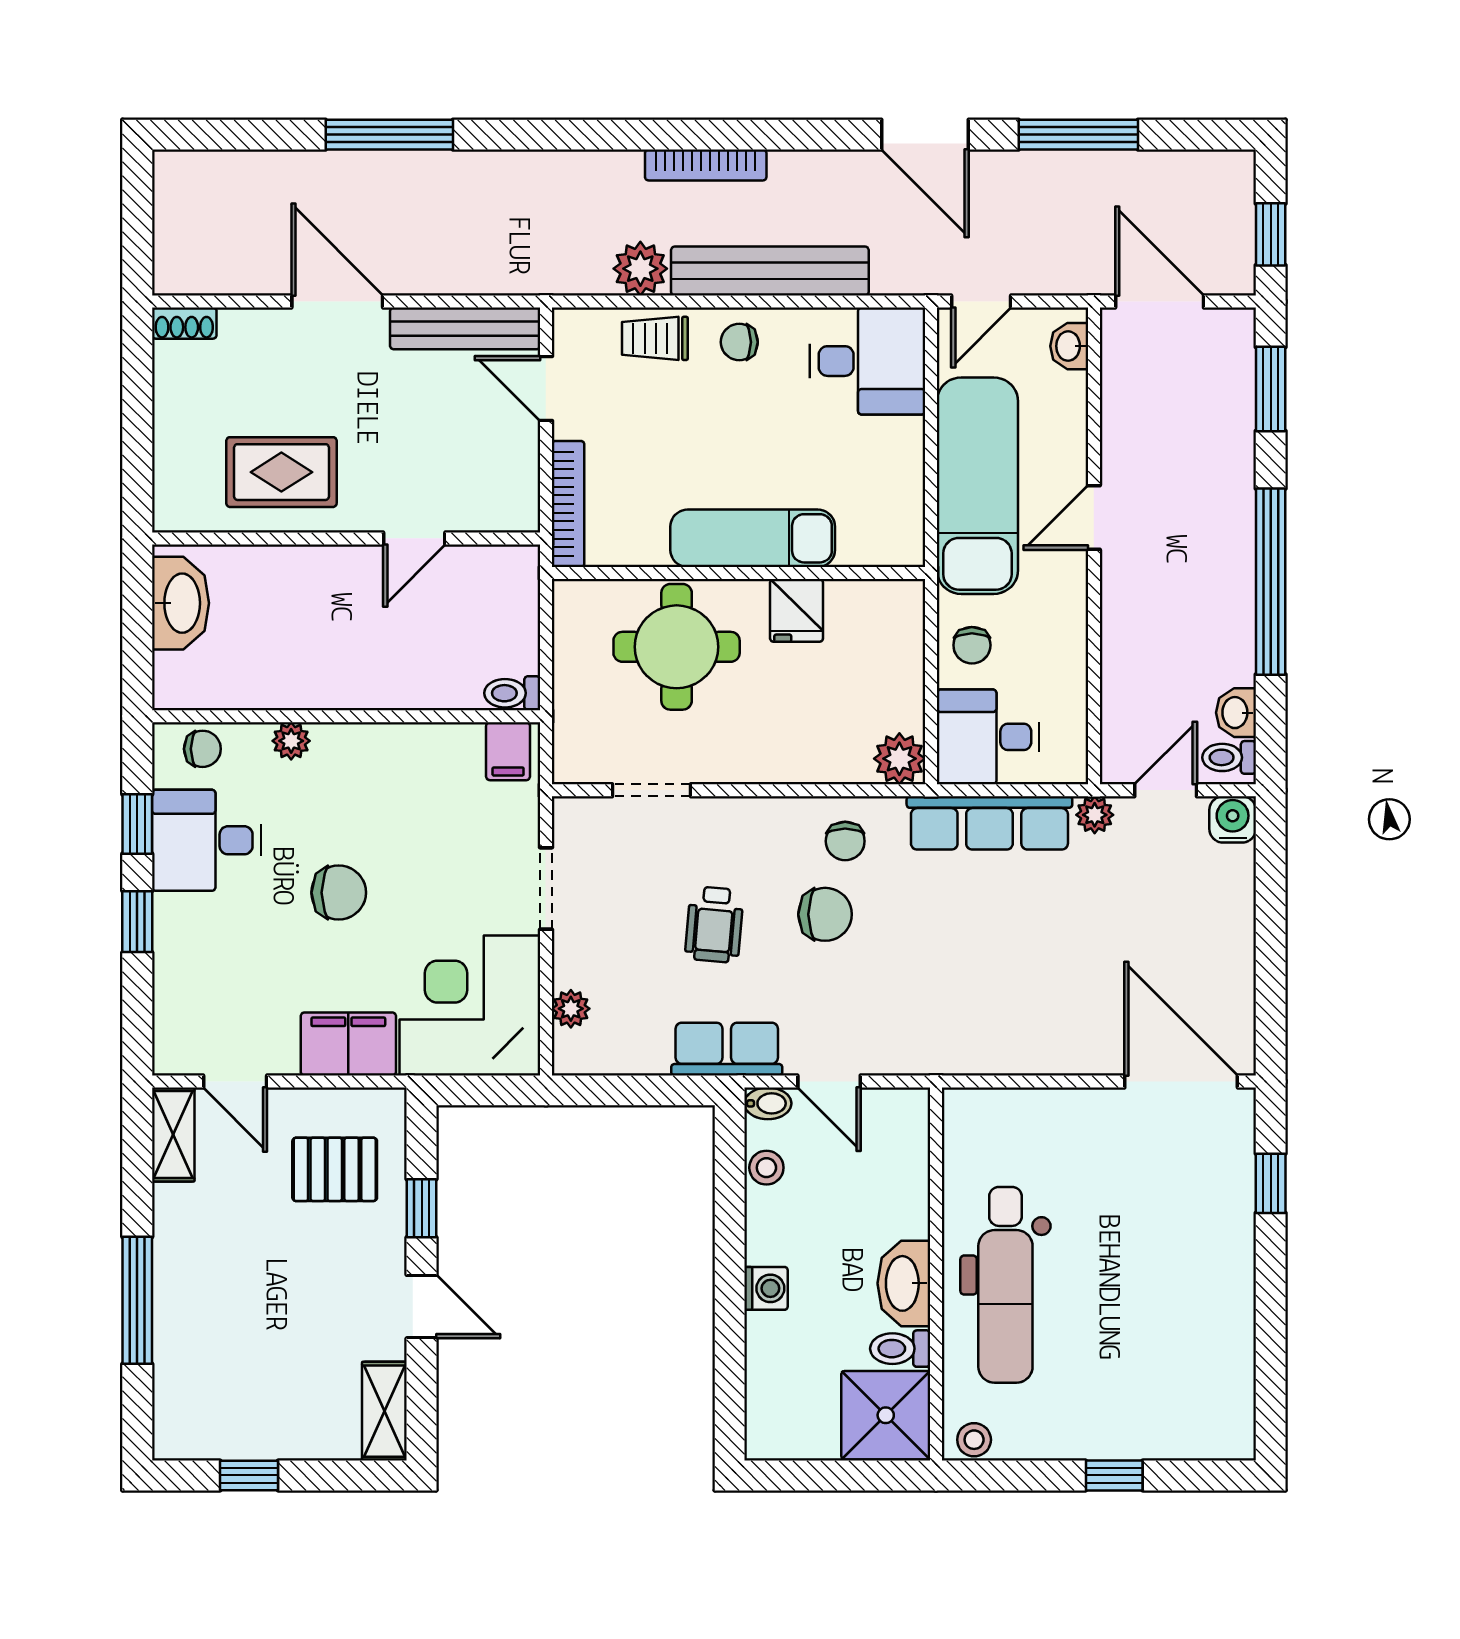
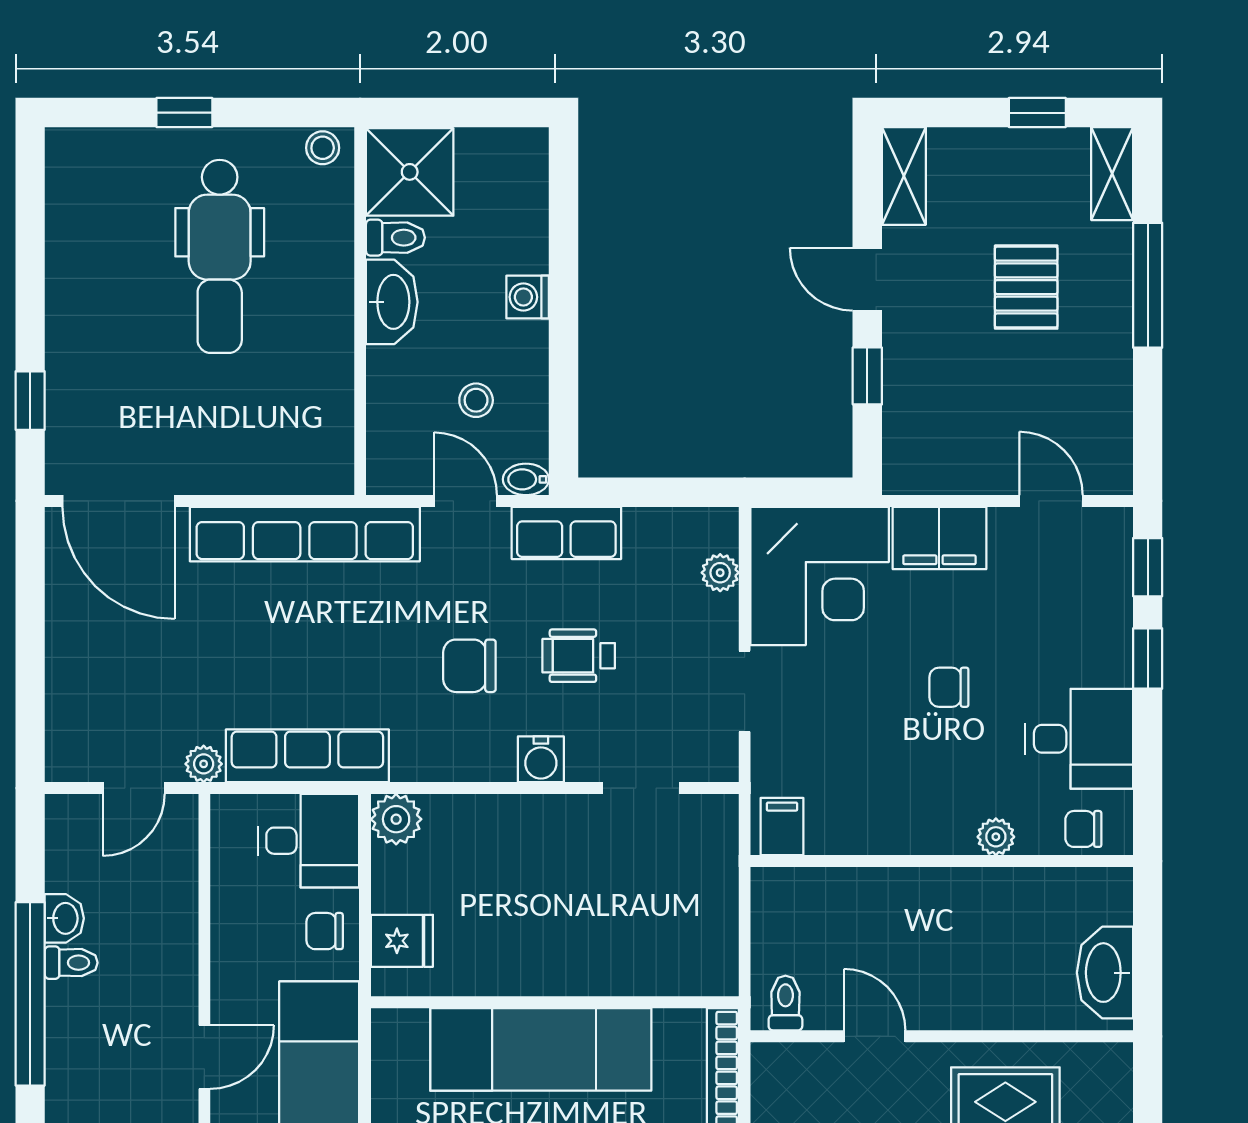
door: (414, 538) -> (875, 1036), hinge flipped
exam couch: (753, 538) -> (541, 1049), width x1.36, depth x1.45
fridge: (797, 610) -> (402, 941), moved, turned 90
chair: (972, 645) -> (325, 931), turned -90
round table: (677, 647) -> (616, 929), removed
toilet: (512, 693) -> (785, 1003), moved, turned -90
washbasin: (1236, 713) -> (64, 918), moved
toilet: (1229, 757) -> (71, 963), moved
water cooler: (1233, 819) -> (541, 759), moved
window: (137, 824) -> (1148, 567), moved
chair: (845, 841) -> (450, 738), removed
chair: (339, 893) -> (949, 687), width x0.73, depth x0.73
wheelchair: (714, 925) -> (579, 656), turned -95
row of seats: (992, 1048) -> (305, 534), added
shelving: (173, 1135) -> (1112, 174), moved
stool: (766, 1168) -> (476, 400), moved
pallet: (335, 1169) -> (1026, 287), moved, turned 90
dental chair: (1005, 1285) -> (220, 256), moved, turned 180

